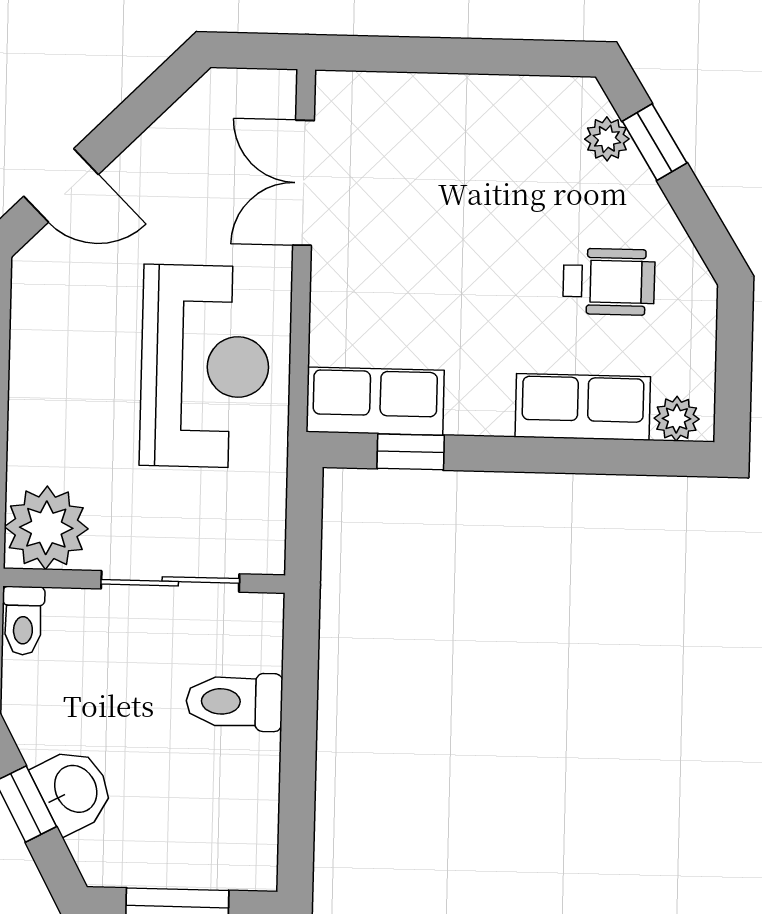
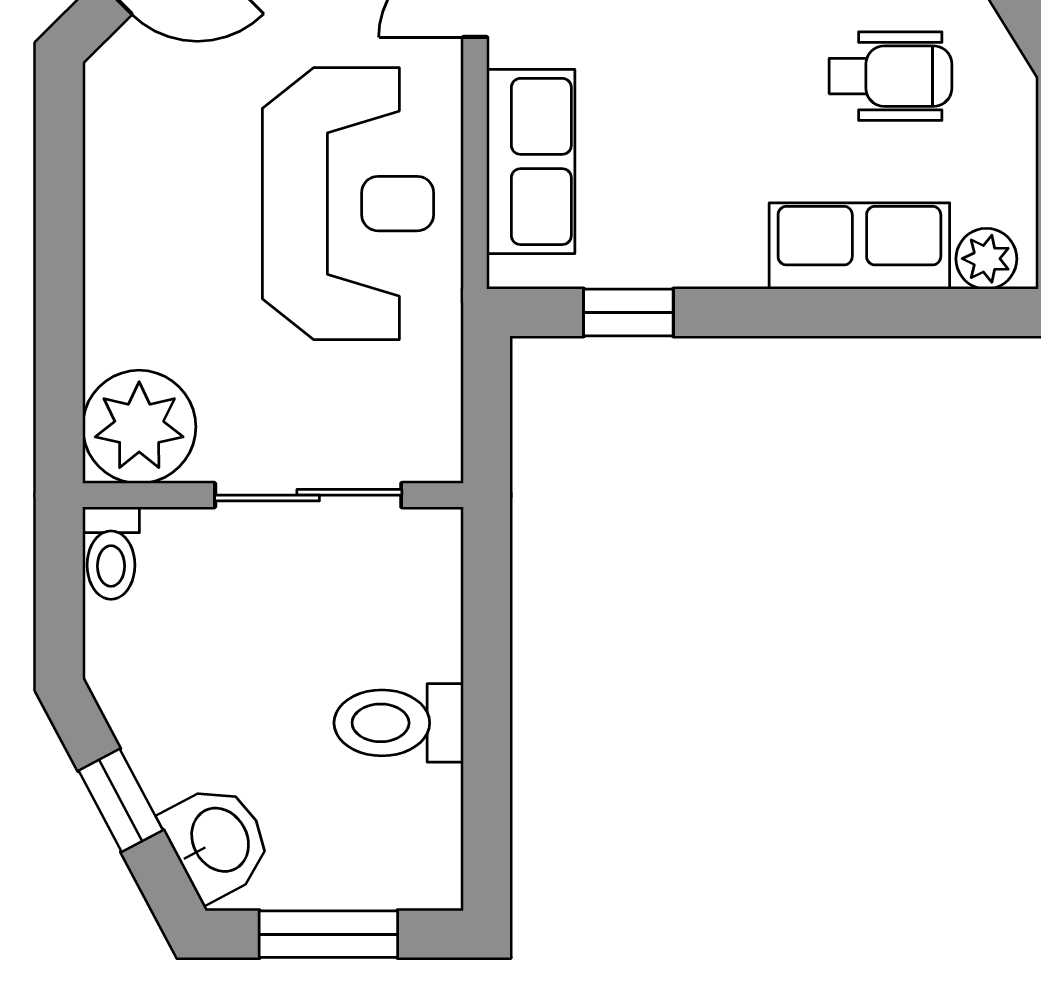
row of seats: (375, 401) -> (531, 161), moved, turned 90
toilet: (234, 702) -> (399, 723), moved
washbasin: (74, 790) -> (218, 841), moved

